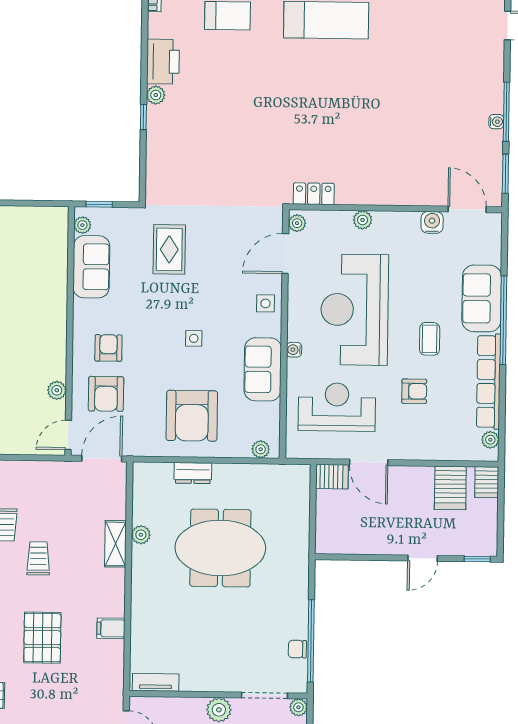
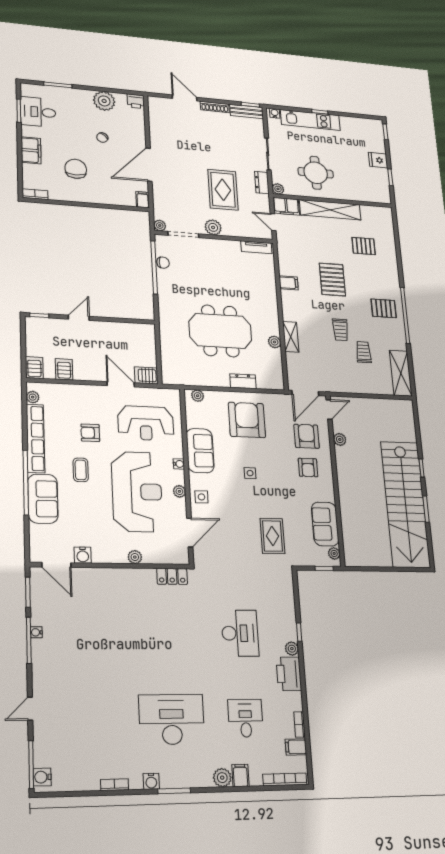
desk: (226, 117) -> (240, 633), added
plant: (297, 223) -> (179, 491), moved
server rack: (450, 488) -> (64, 369), width x0.73, depth x0.70

